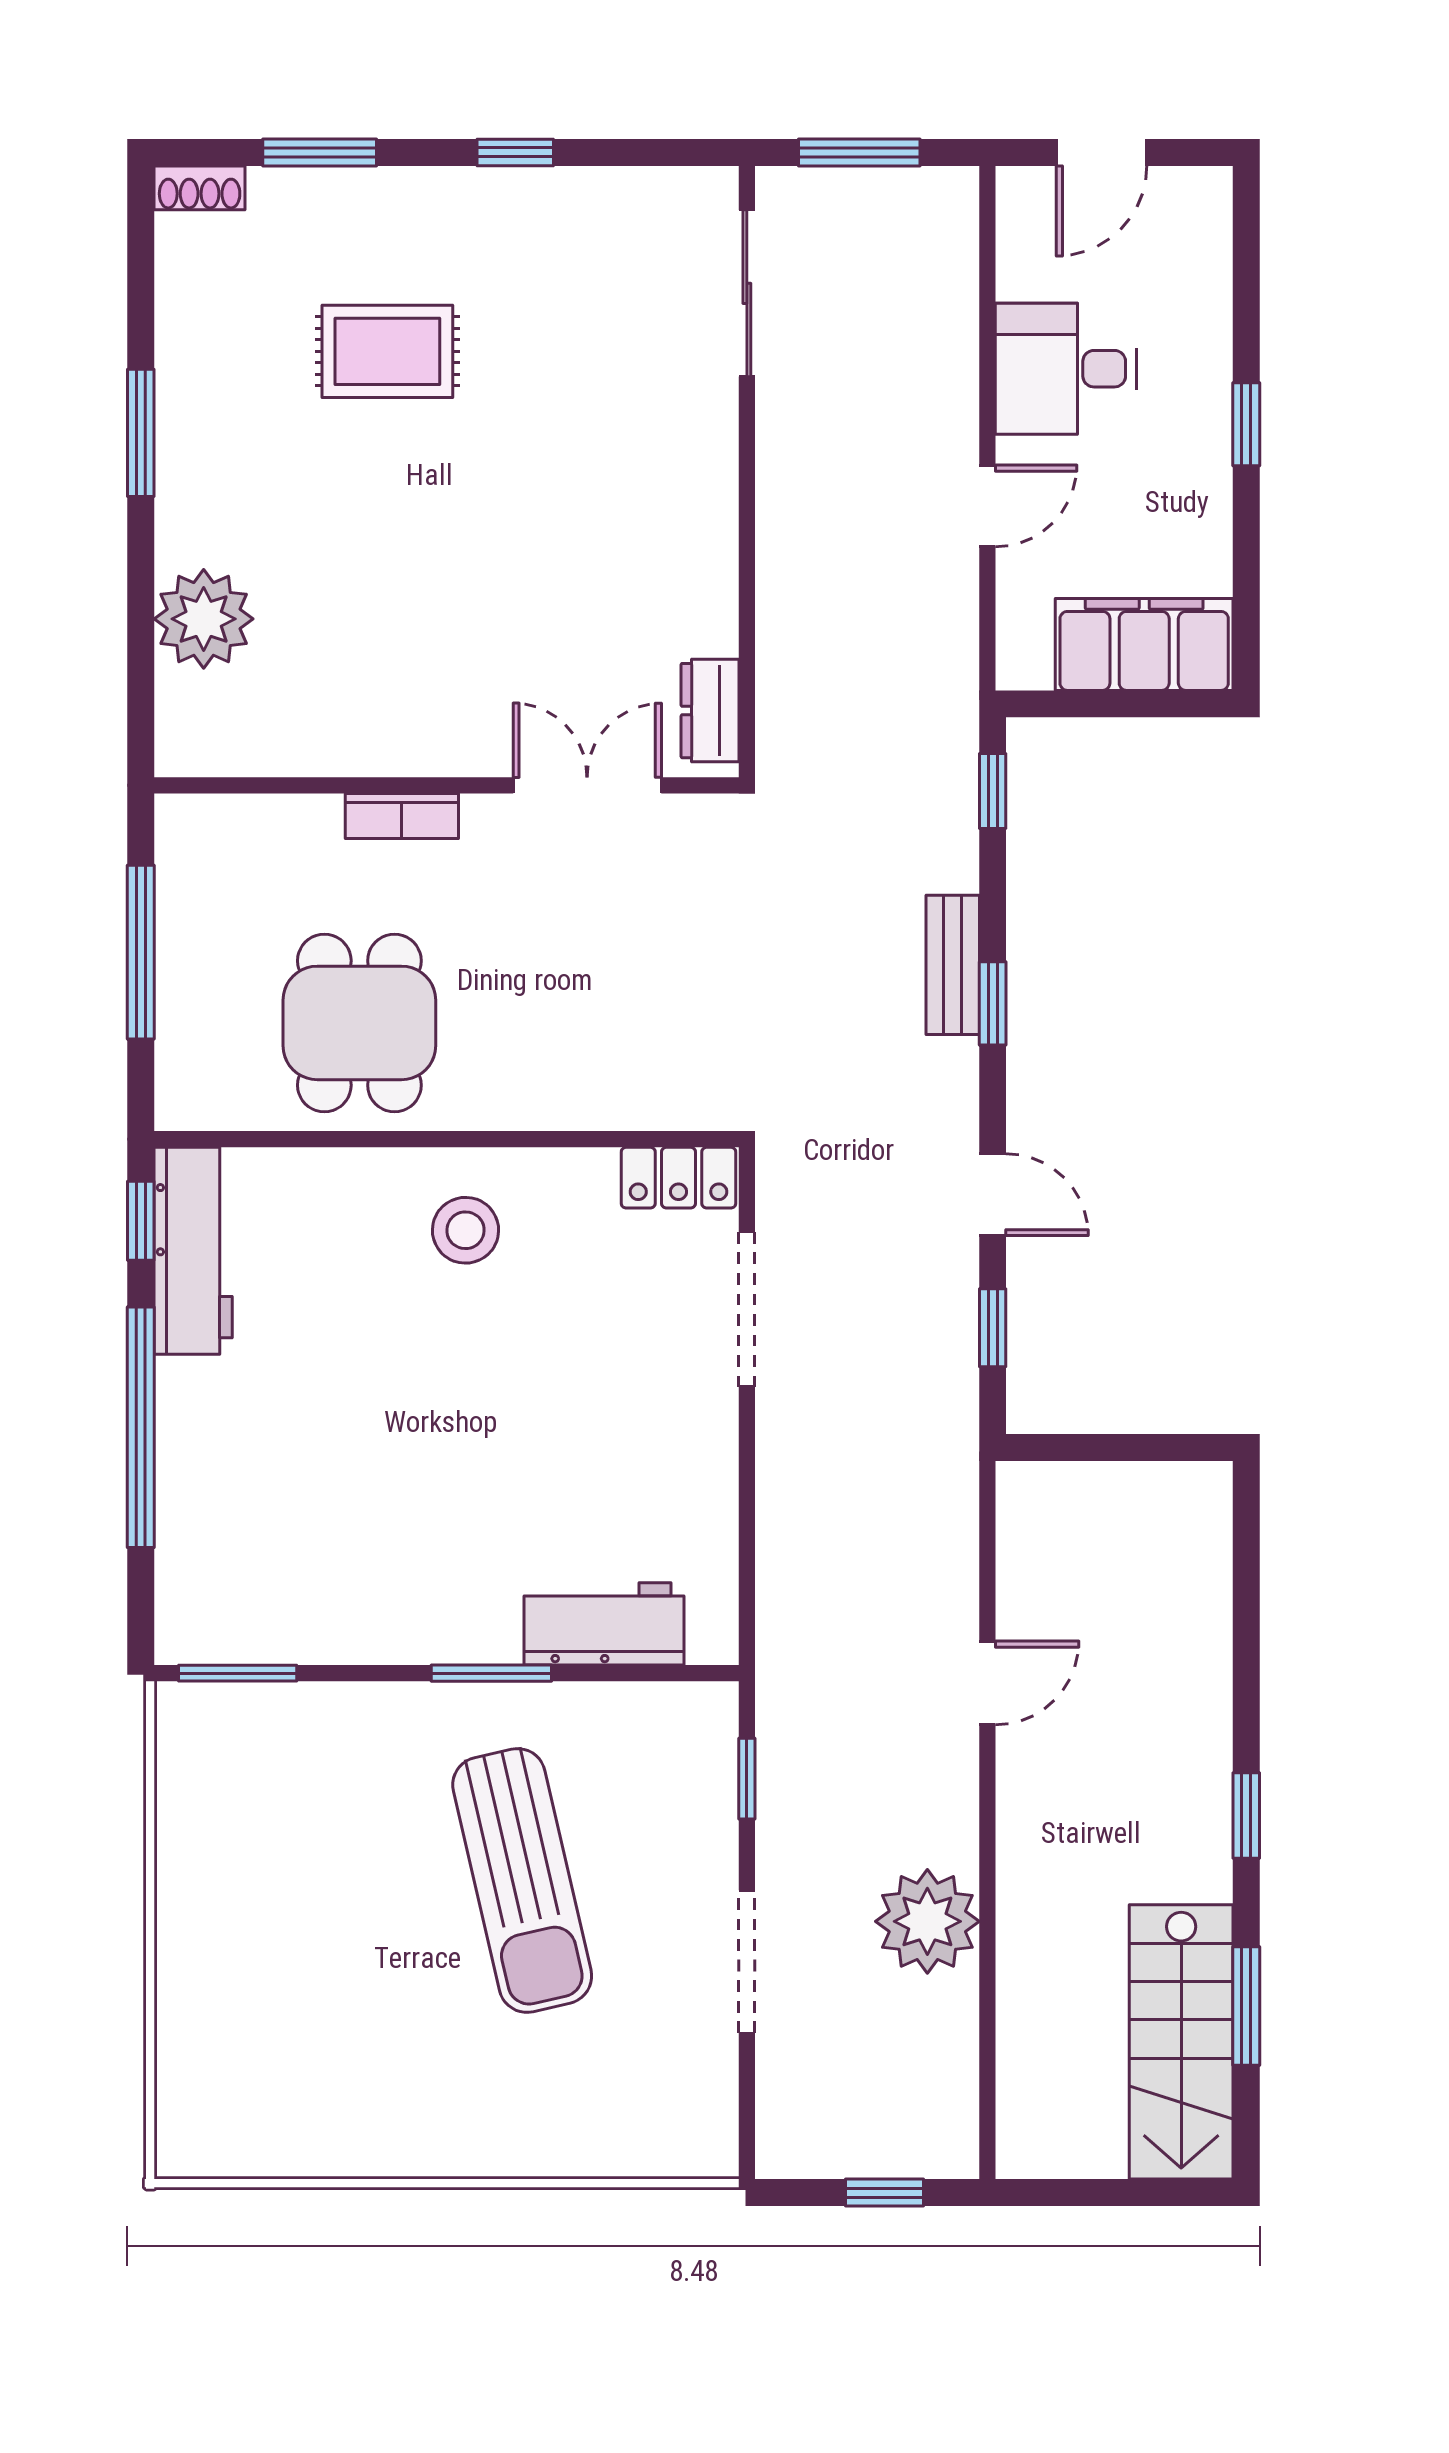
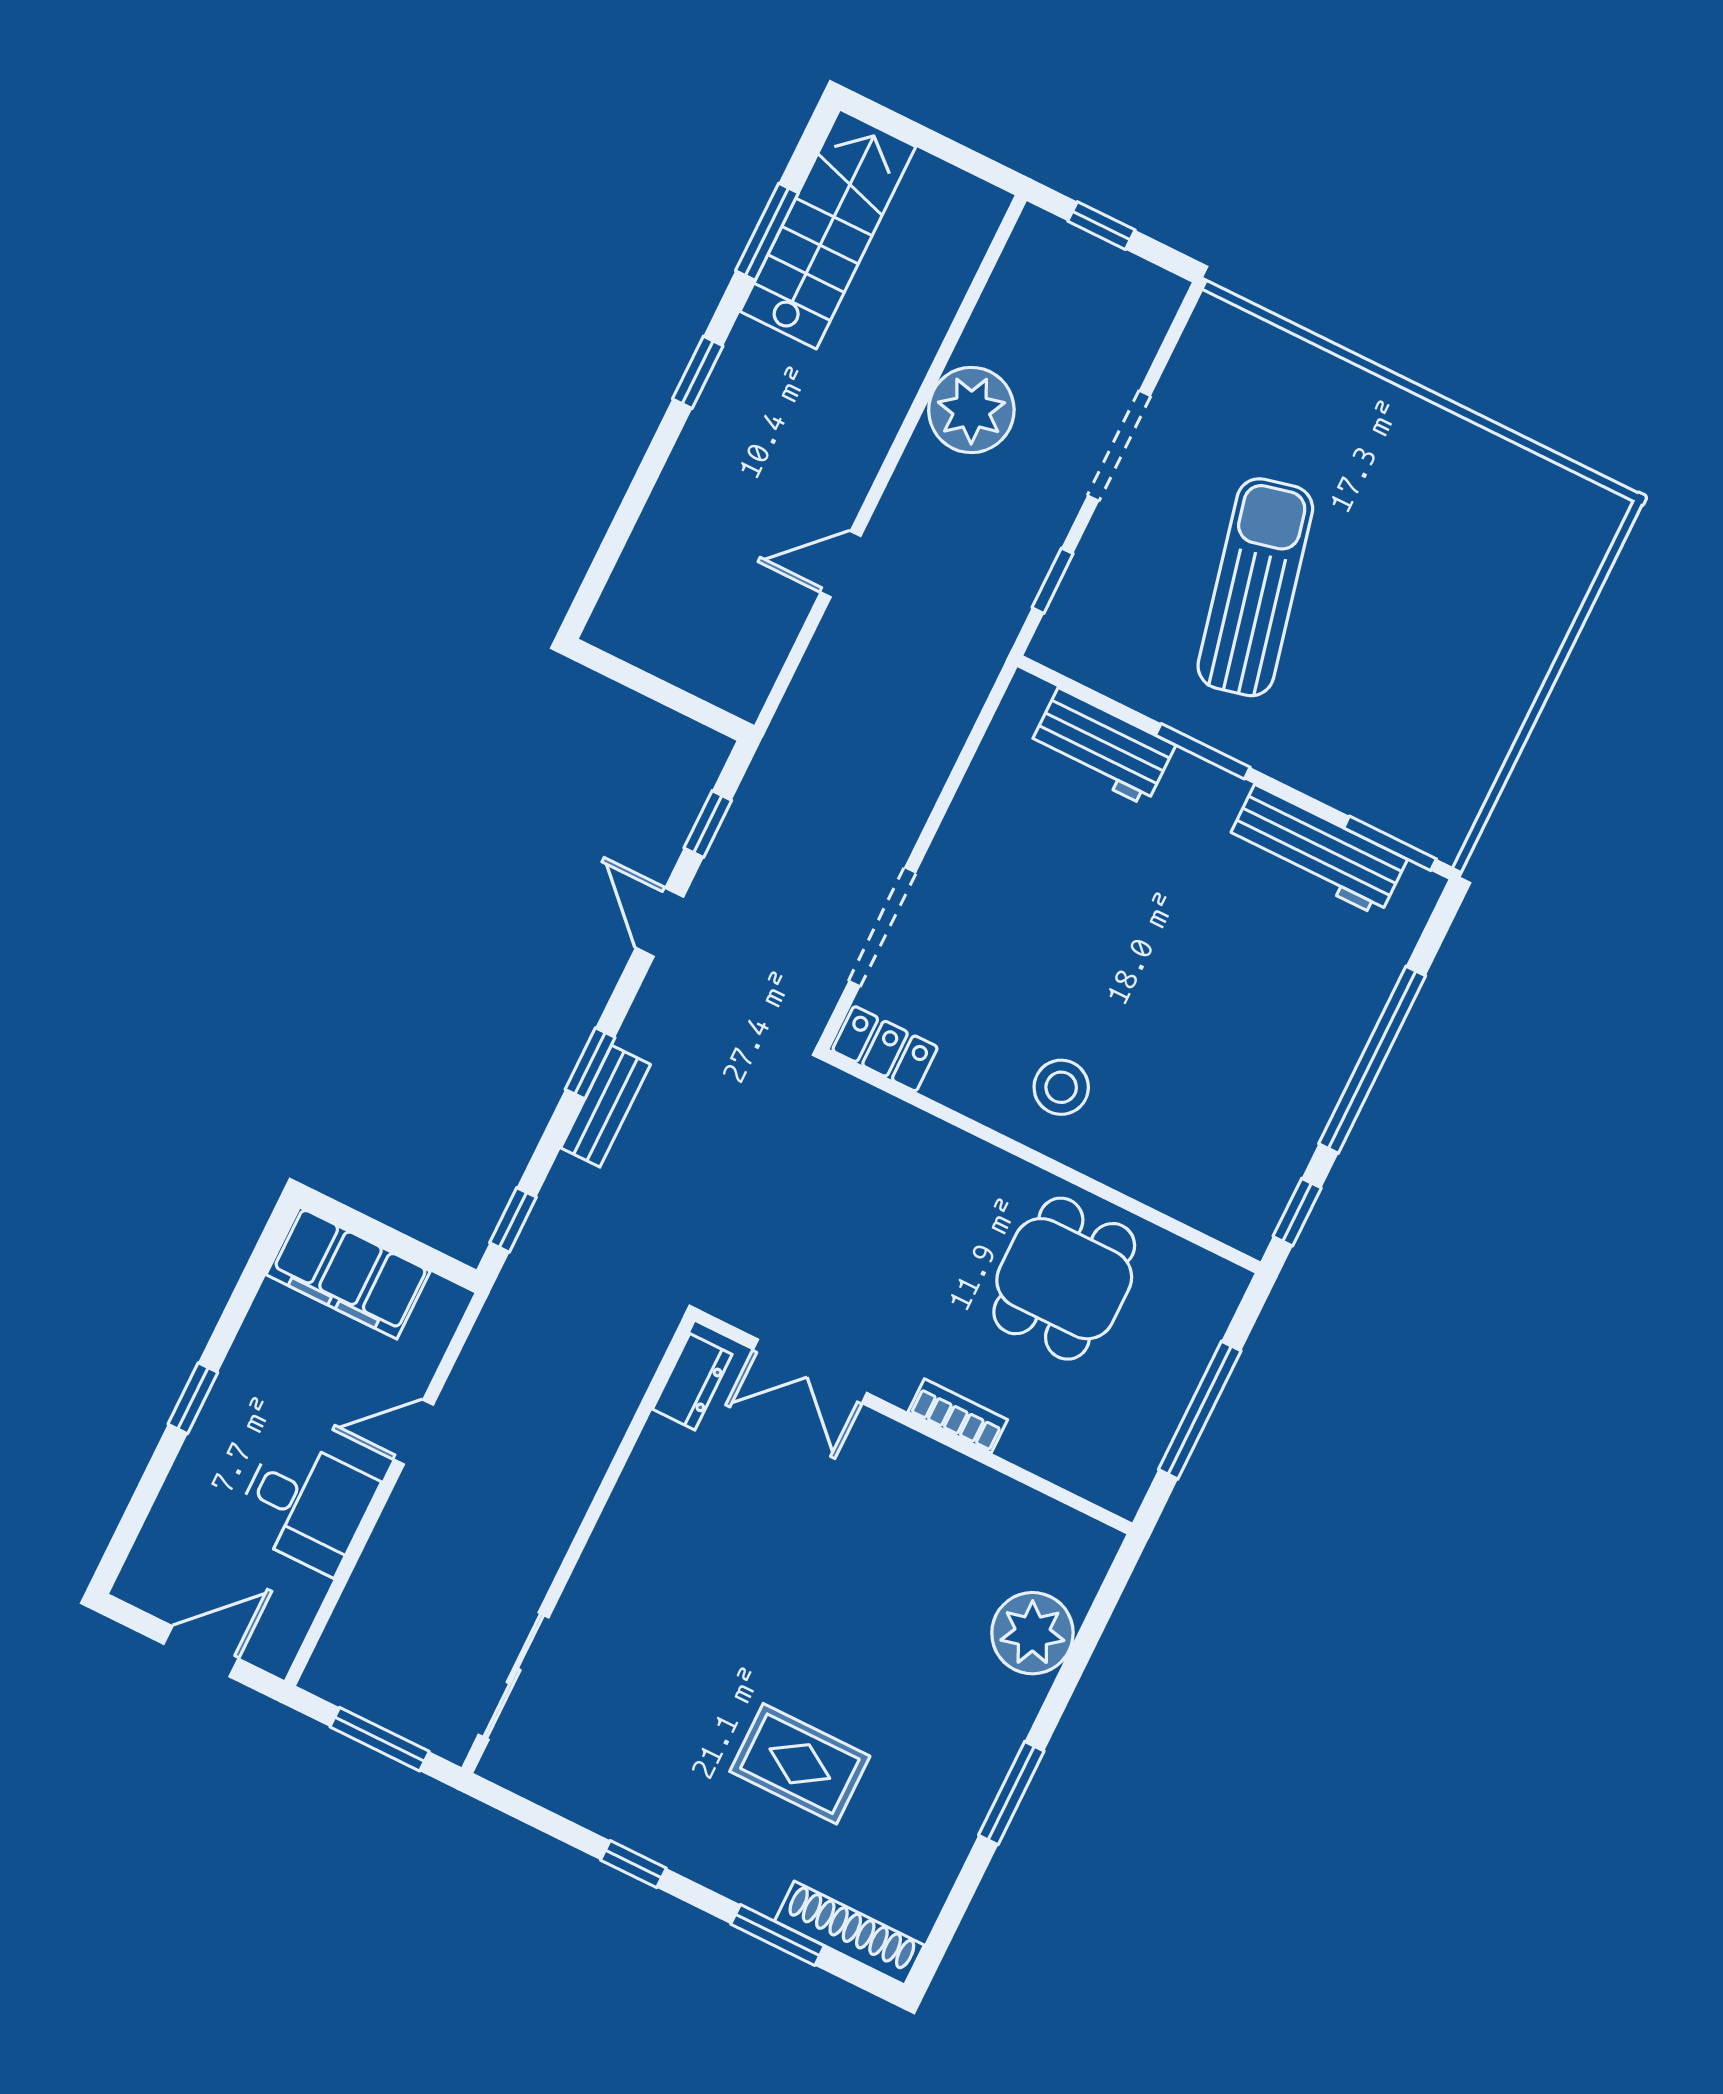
shoe rack: (200, 188) -> (849, 1933), width x1.94, depth x1.24
workbench: (193, 1251) -> (1317, 850), moved, turned -90

